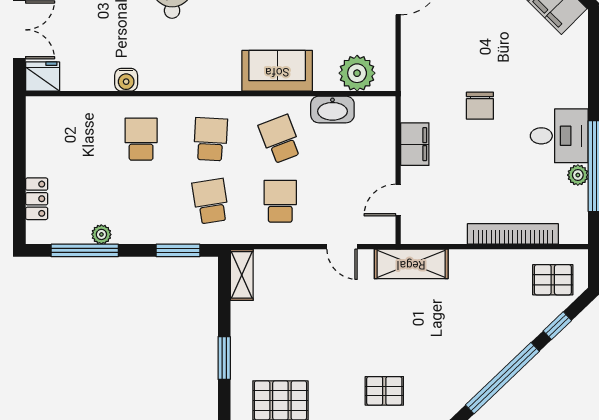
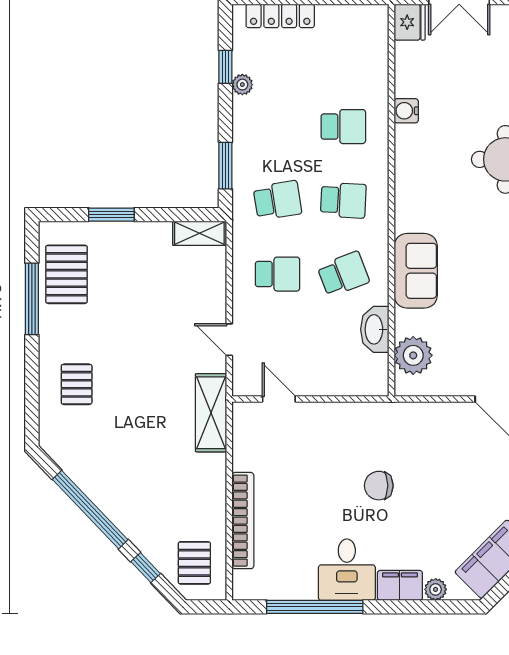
filing cabinet: (415, 144) -> (400, 585), moved, turned 180
plant: (578, 175) -> (436, 589), moved
locker: (37, 199) -> (280, 16), width x1.53
door: (342, 247) -> (229, 340), hinge flipped
window: (85, 250) -> (225, 67), width x0.46

